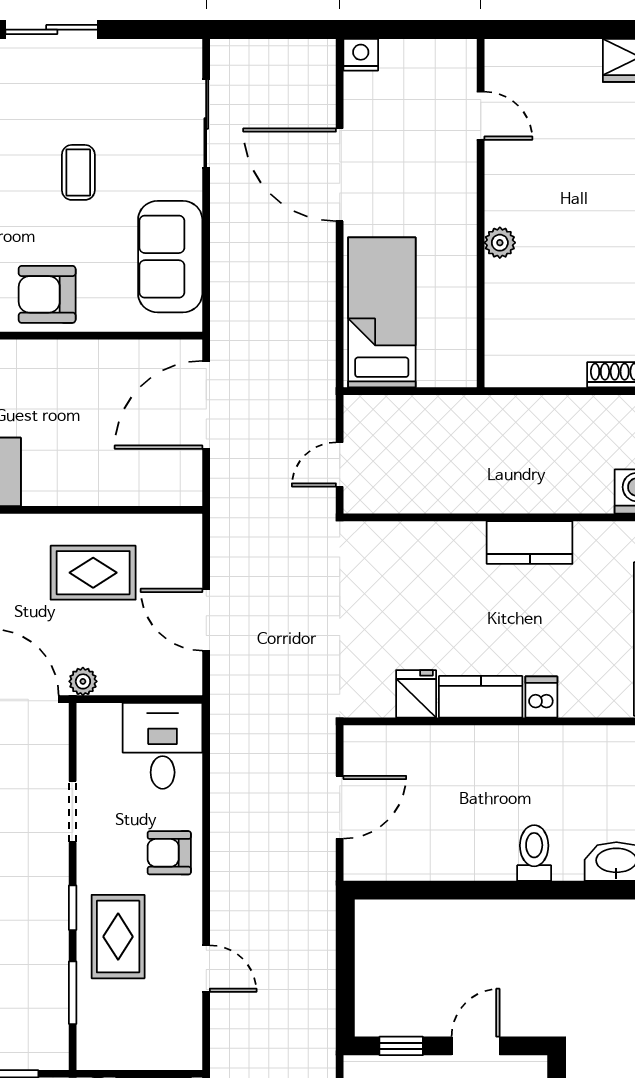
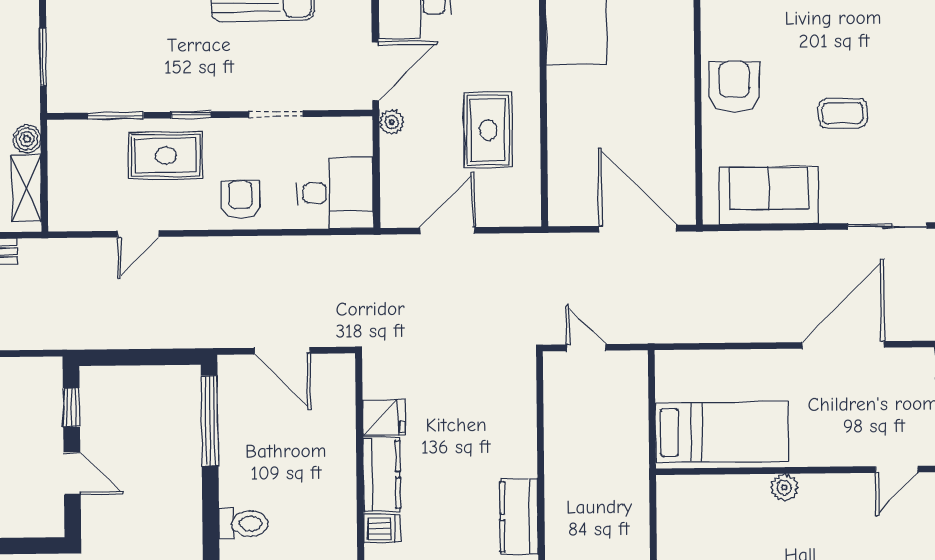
bed: (382, 312) -> (722, 432), moved
window: (418, 890) -> (210, 421), added

